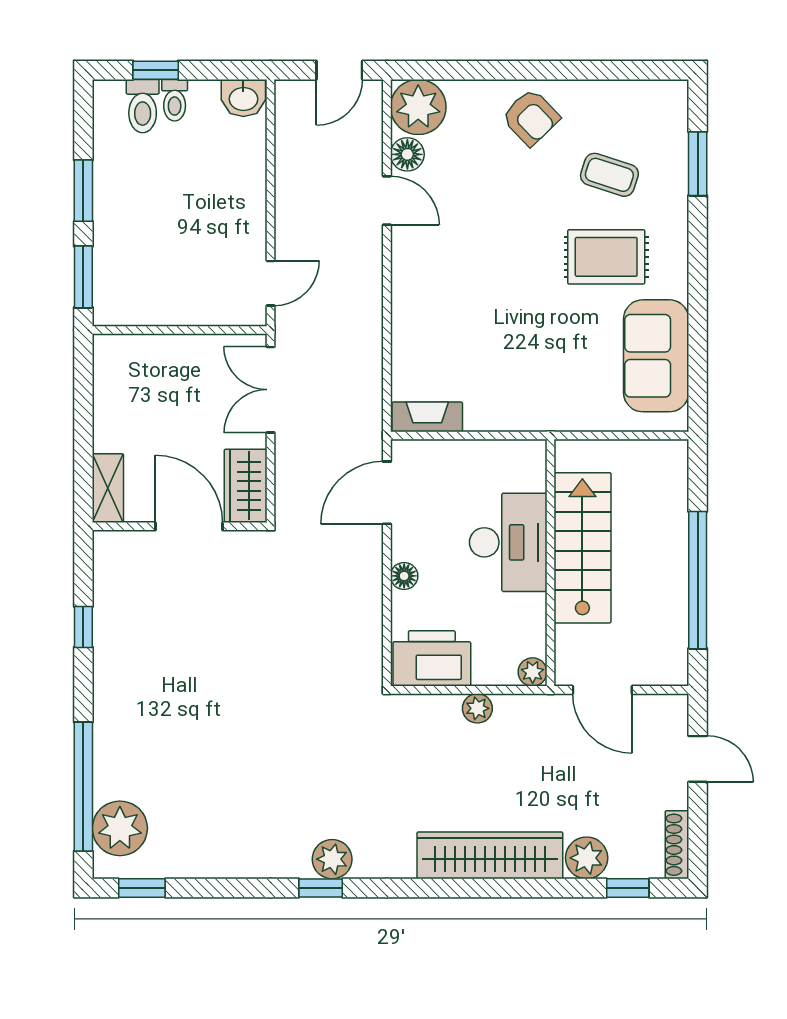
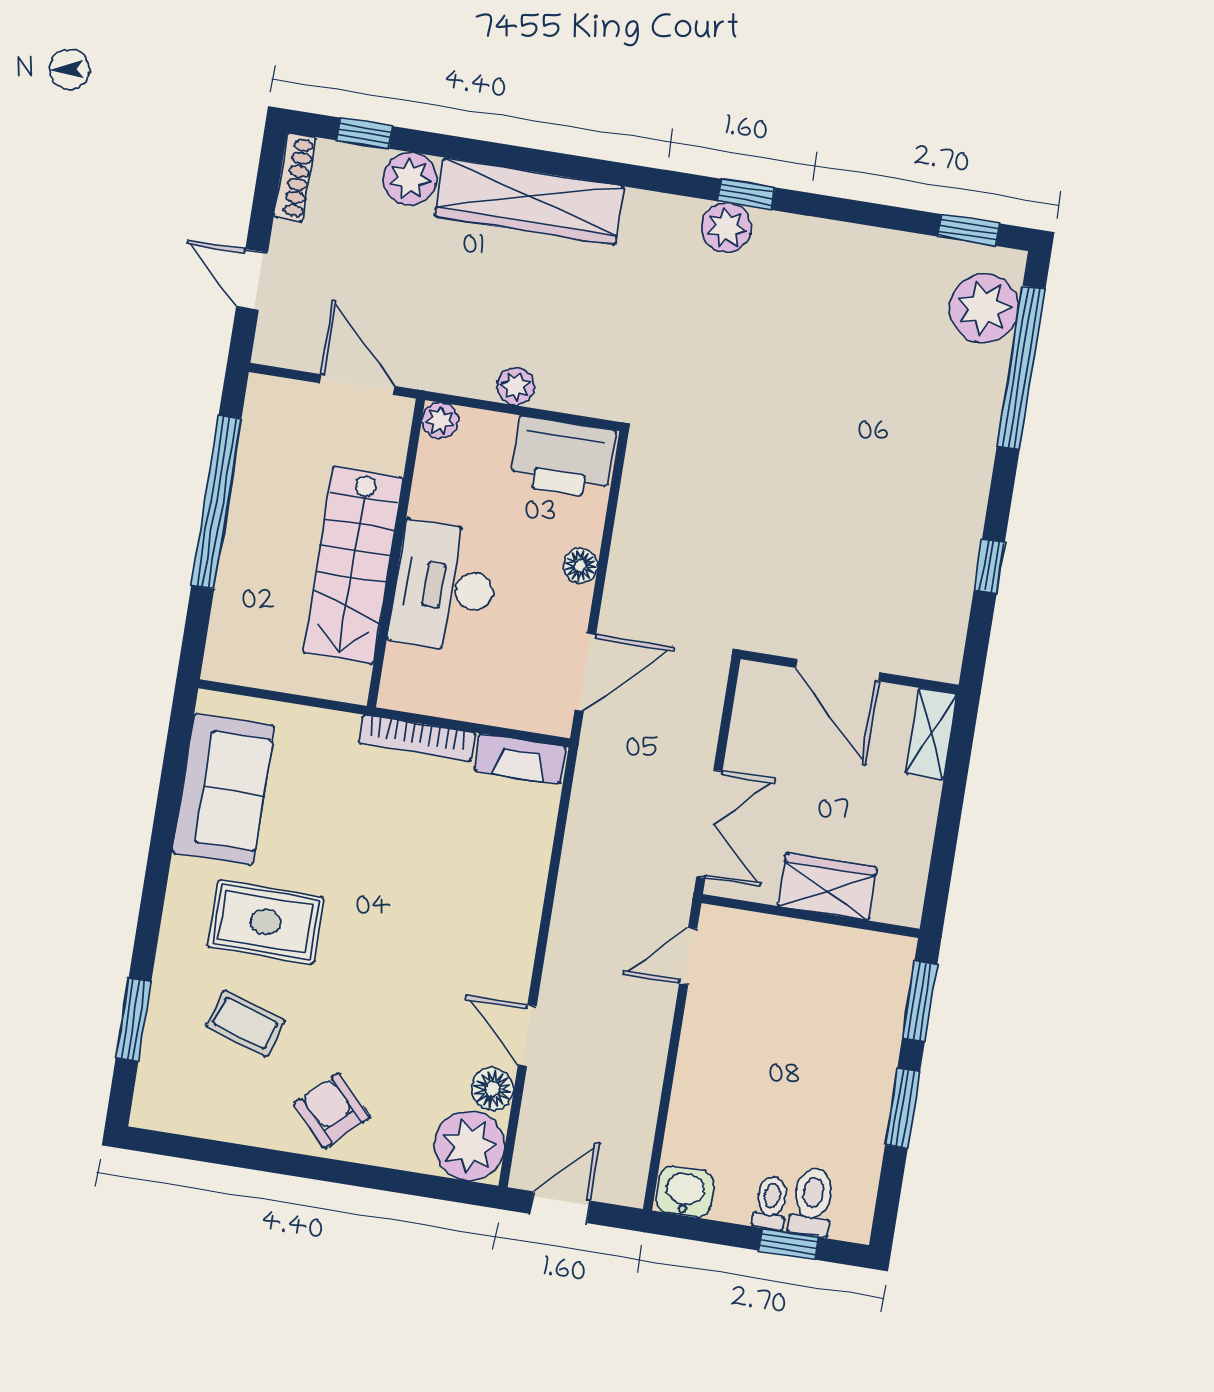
bookcase: (511, 420) -> (417, 738), added
wardrobe: (246, 486) -> (827, 887), moved, turned -90

